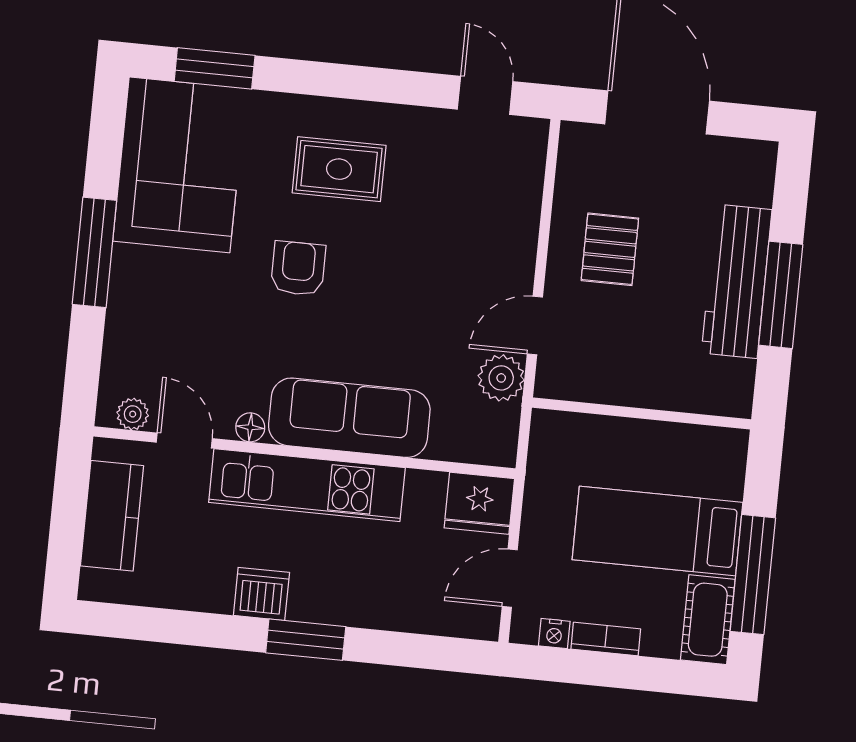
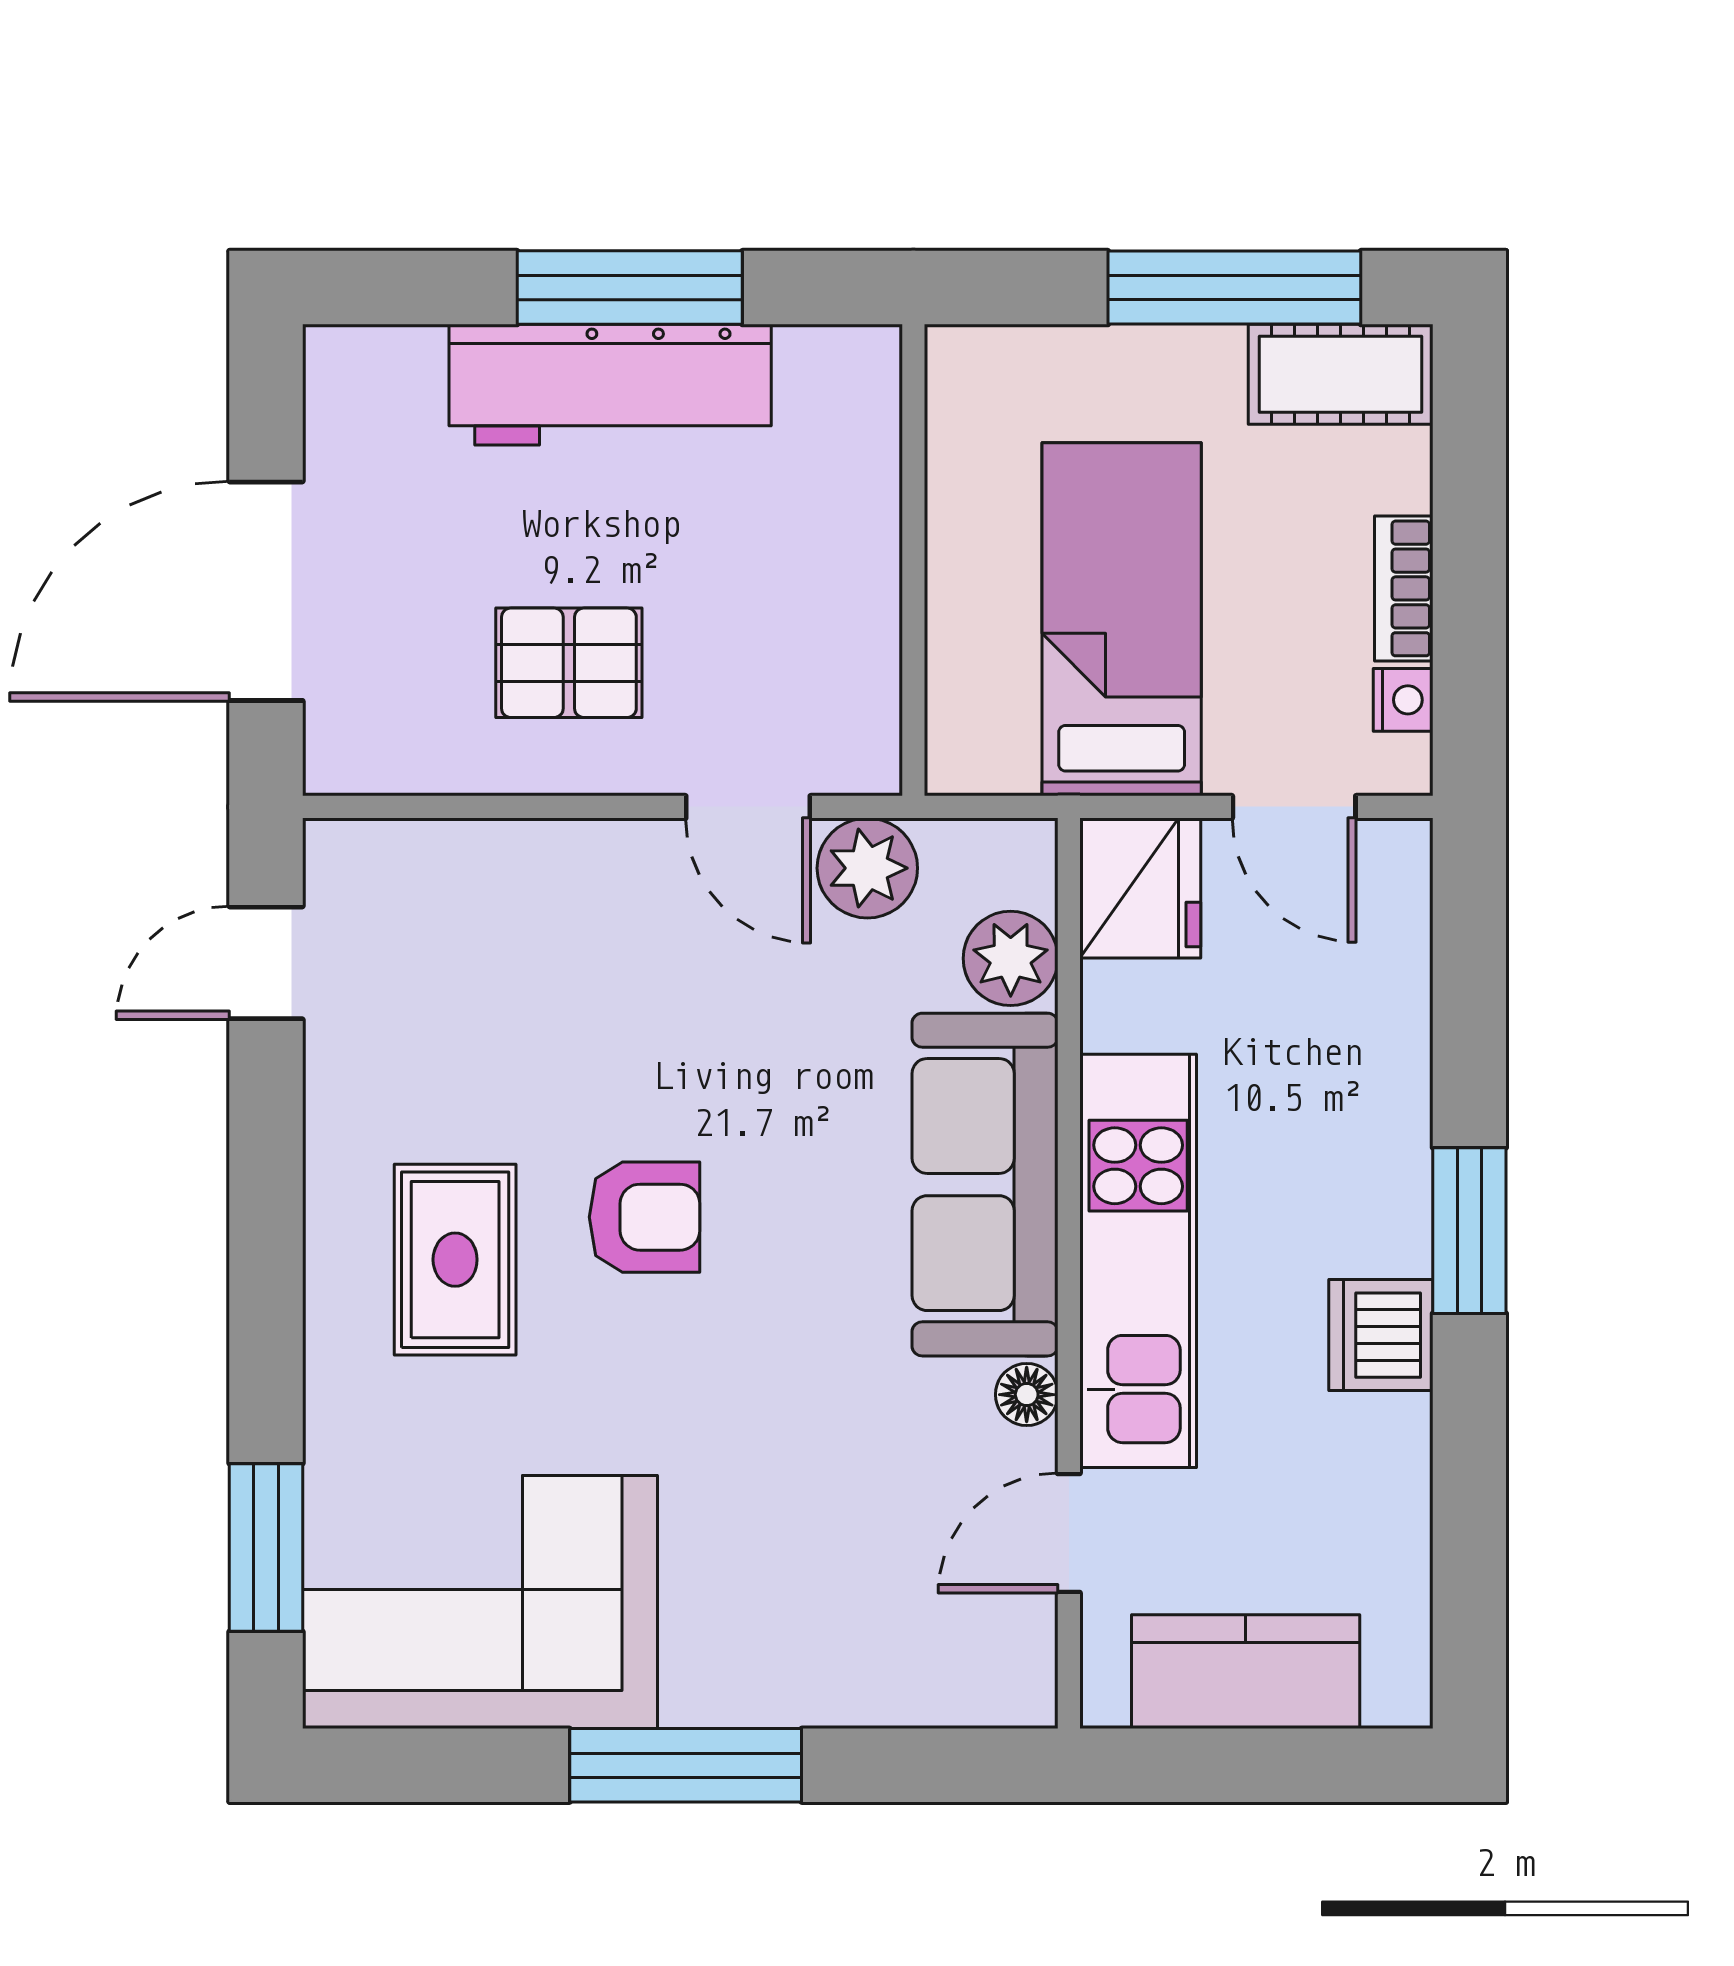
armchair: (298, 268) -> (644, 1217), moved, turned 180
plant: (133, 414) -> (1011, 958), moved, width x1.38, depth x1.38
bed: (657, 531) -> (1122, 619), moved, turned 180

